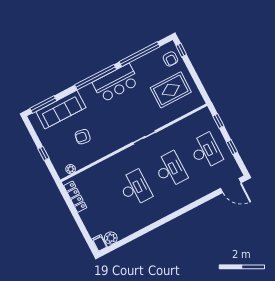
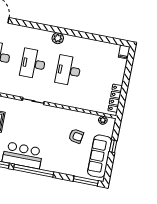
sofa: (61, 110) -> (100, 156), moved, turned -90
plant: (111, 238) -> (58, 38), moved

